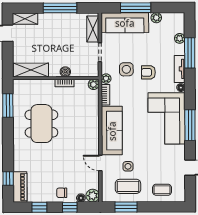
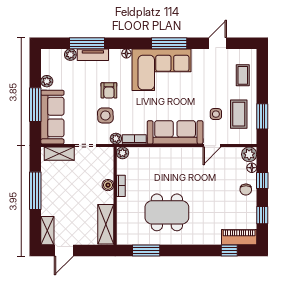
tv unit: (180, 69) -> (93, 55), moved

